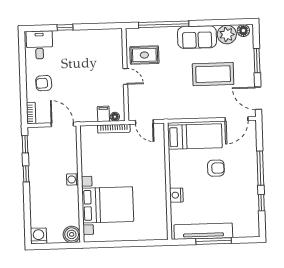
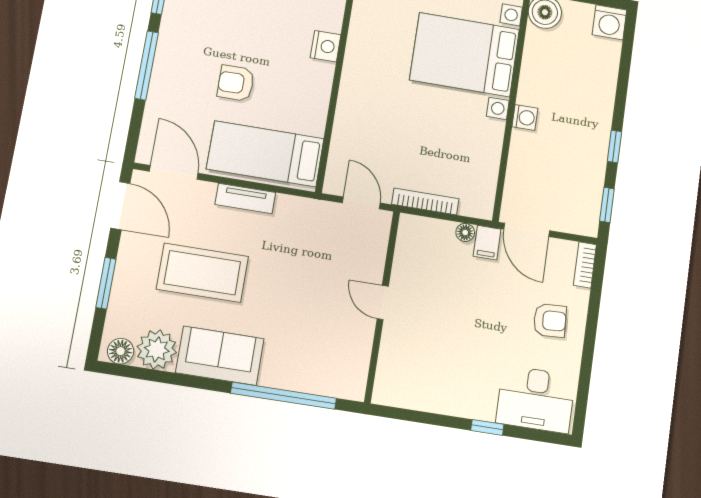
desk: (39, 45) -> (536, 399), width x1.37
rug: (144, 55) -> (335, 339), removed
tv unit: (200, 113) -> (245, 198), added
filing cabinet: (103, 114) -> (487, 243), moved
floor lamp: (115, 117) -> (465, 232), moved
door: (236, 119) -> (174, 172), hinge flipped

